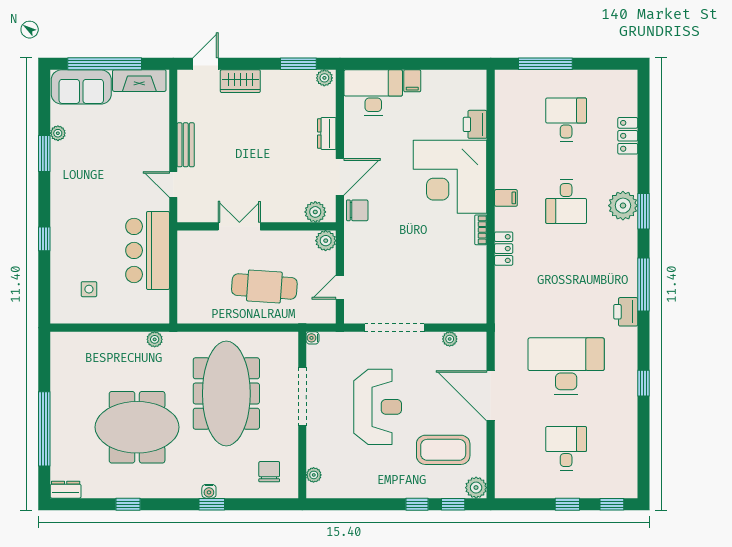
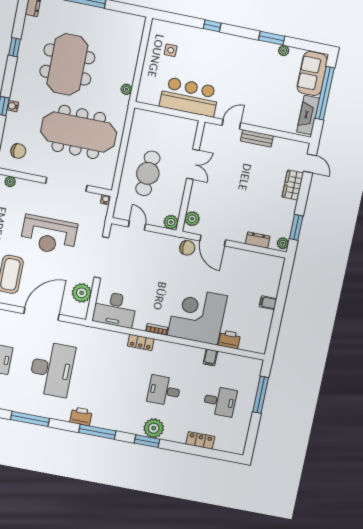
desk: (373, 92) -> (115, 309), moved, turned 90
dresser: (327, 133) -> (258, 240), moved
filing cabinet: (506, 198) -> (210, 357), moved
chair: (357, 210) -> (187, 248), turned -90
plant: (450, 339) -> (82, 293), width x1.88, depth x1.88
window: (643, 383) -> (30, 419), width x2.17

